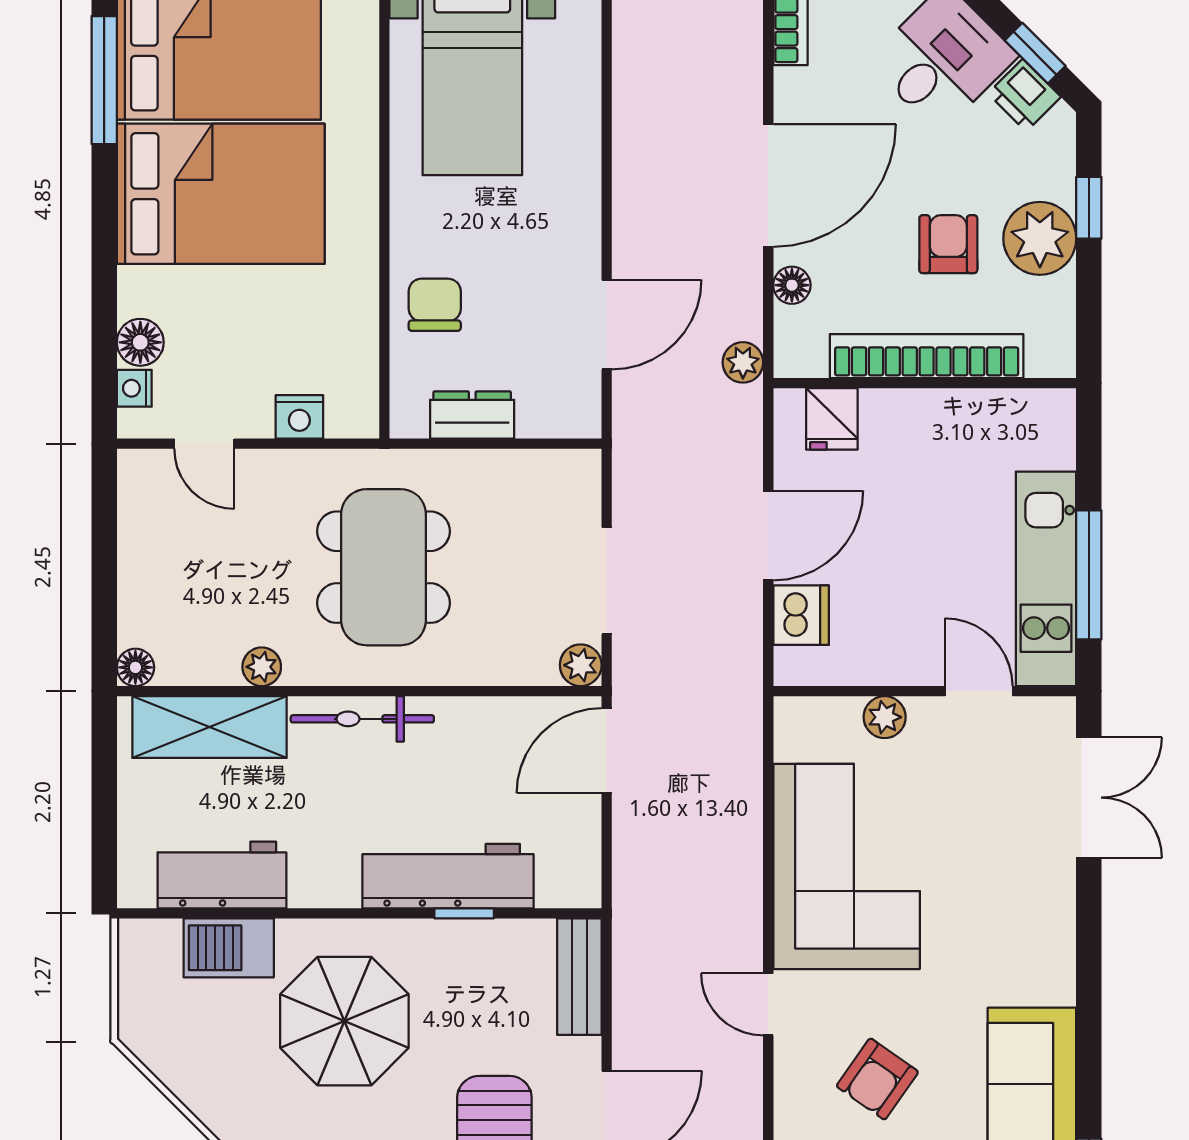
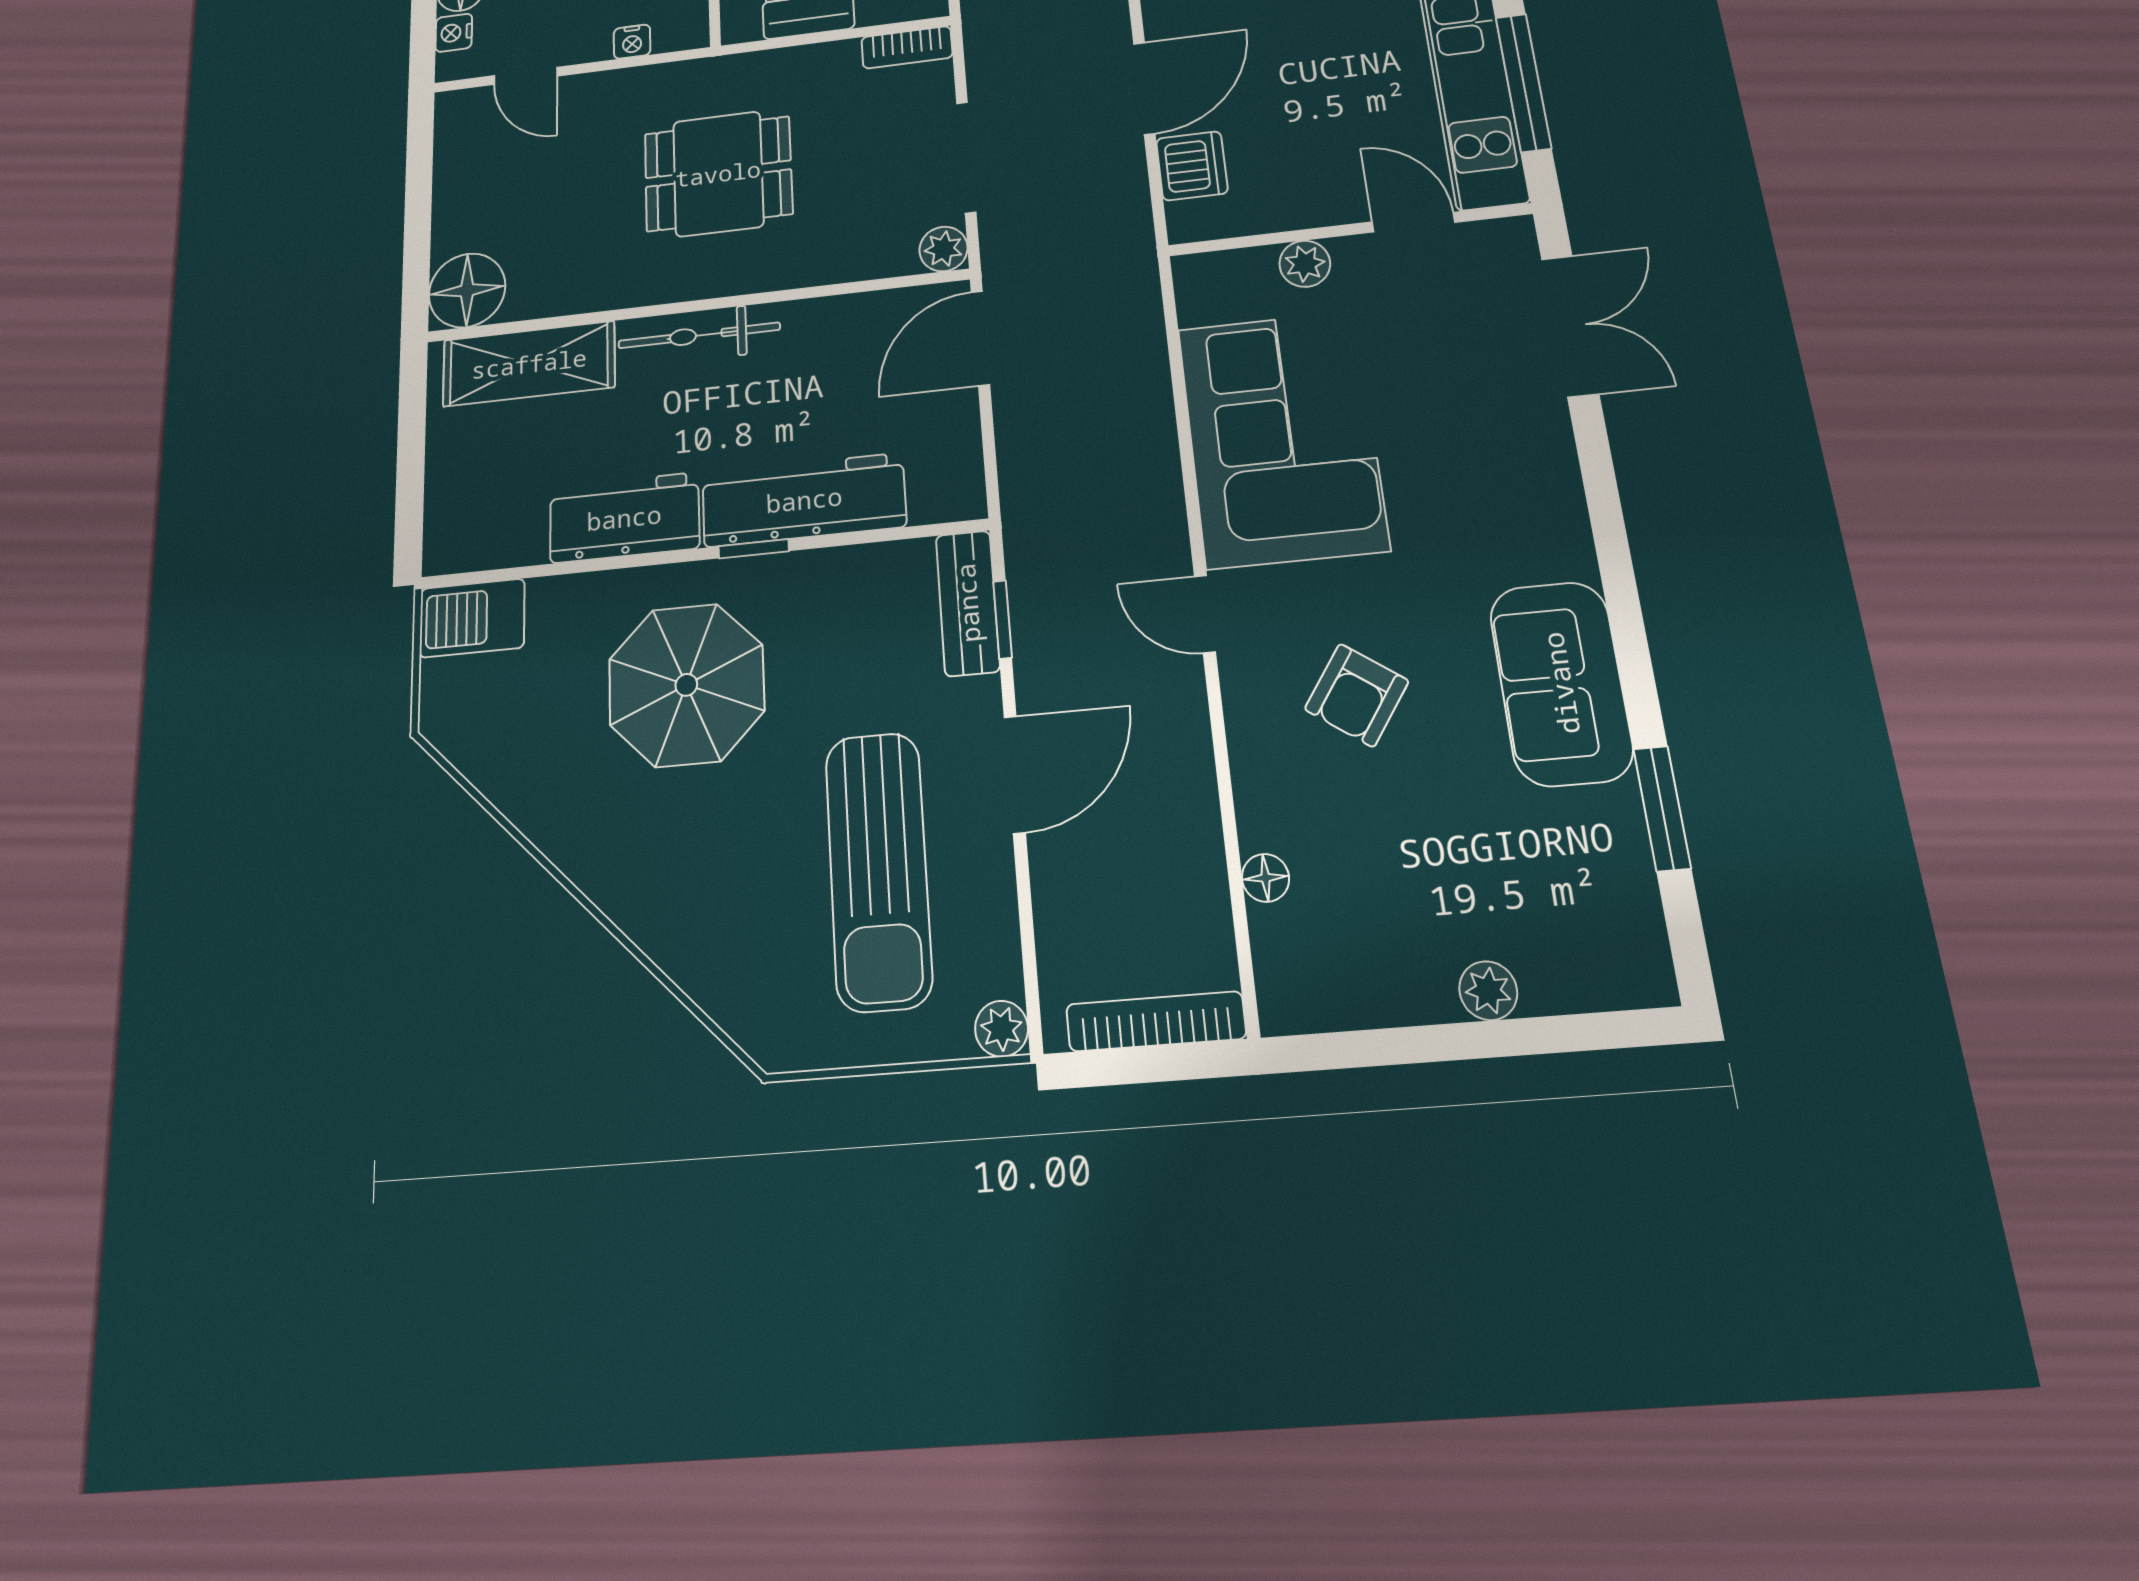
nightstand: (299, 417) -> (632, 42), width x0.72, depth x0.74
bookcase: (561, 465) -> (907, 47), added
dining table: (384, 567) -> (718, 174), width x0.73
floor lamp: (135, 667) -> (467, 290), width x1.89, depth x1.89
plant: (262, 667) -> (586, 293), removed
workbench: (222, 875) -> (624, 518), moved
window: (464, 913) -> (754, 549), moved
barbecue: (229, 948) -> (472, 618), moved
window: (607, 993) -> (1003, 620), added

